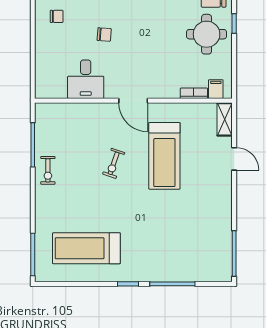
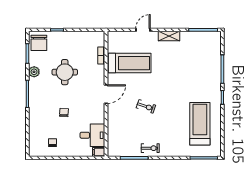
round table: (207, 34) -> (65, 72), moved
desk: (86, 79) -> (92, 135), moved
filing cabinet: (216, 89) -> (99, 152), moved
shelving: (225, 119) -> (169, 36), moved
treadmill: (164, 156) -> (130, 63), moved
treadmill: (86, 248) -> (200, 124), turned 180

